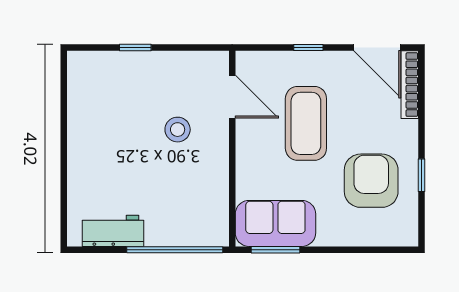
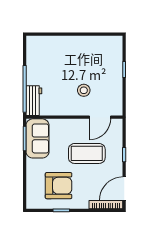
workbench: (113, 231) -> (34, 101), moved

